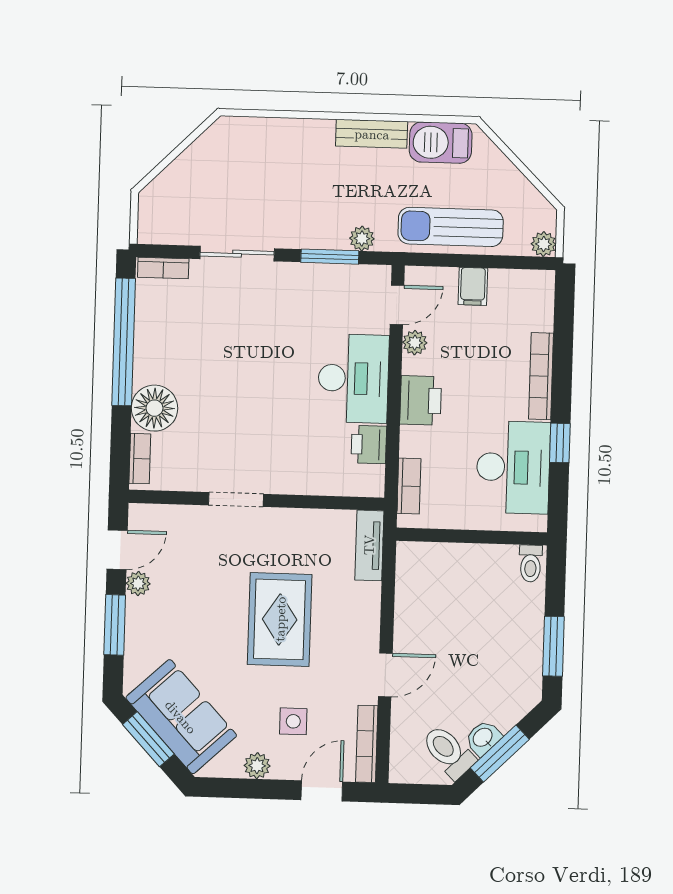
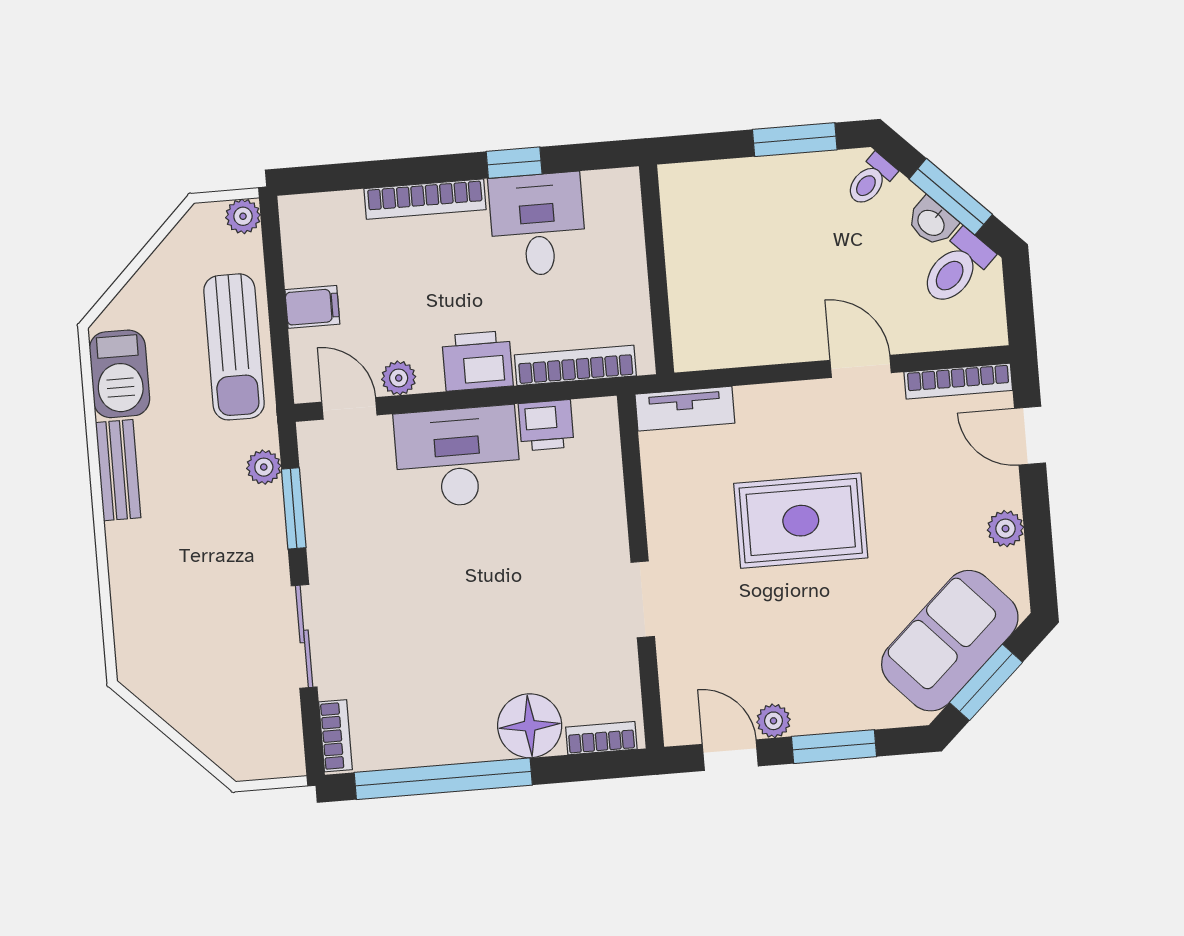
desk: (513, 467) -> (538, 225), width x0.73
bookcase: (409, 486) -> (575, 365), width x1.56
toilet: (531, 563) -> (871, 180), moved, turned 135
side table: (293, 721) -> (939, 486), removed

